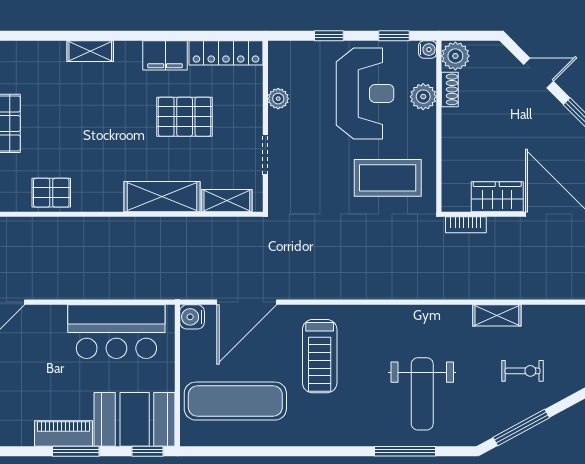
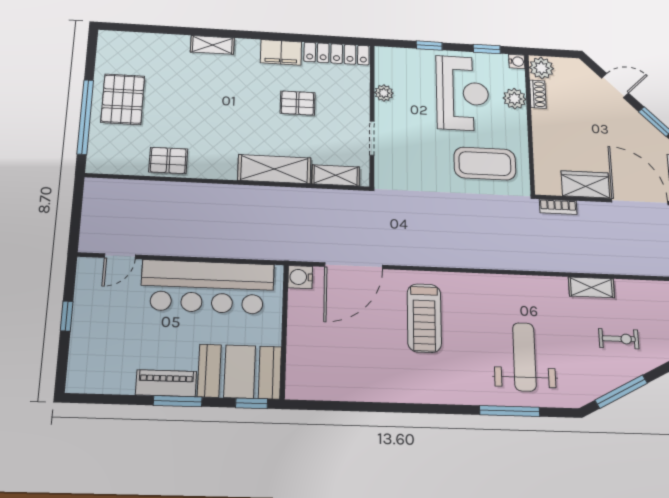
pallet: (185, 117) -> (298, 103), width x0.67, depth x0.71
bar counter: (116, 332) -> (207, 287), width x1.36
weight bench: (422, 394) -> (524, 357), turned 180
exercise mat: (235, 401) -> (341, 357), removed

